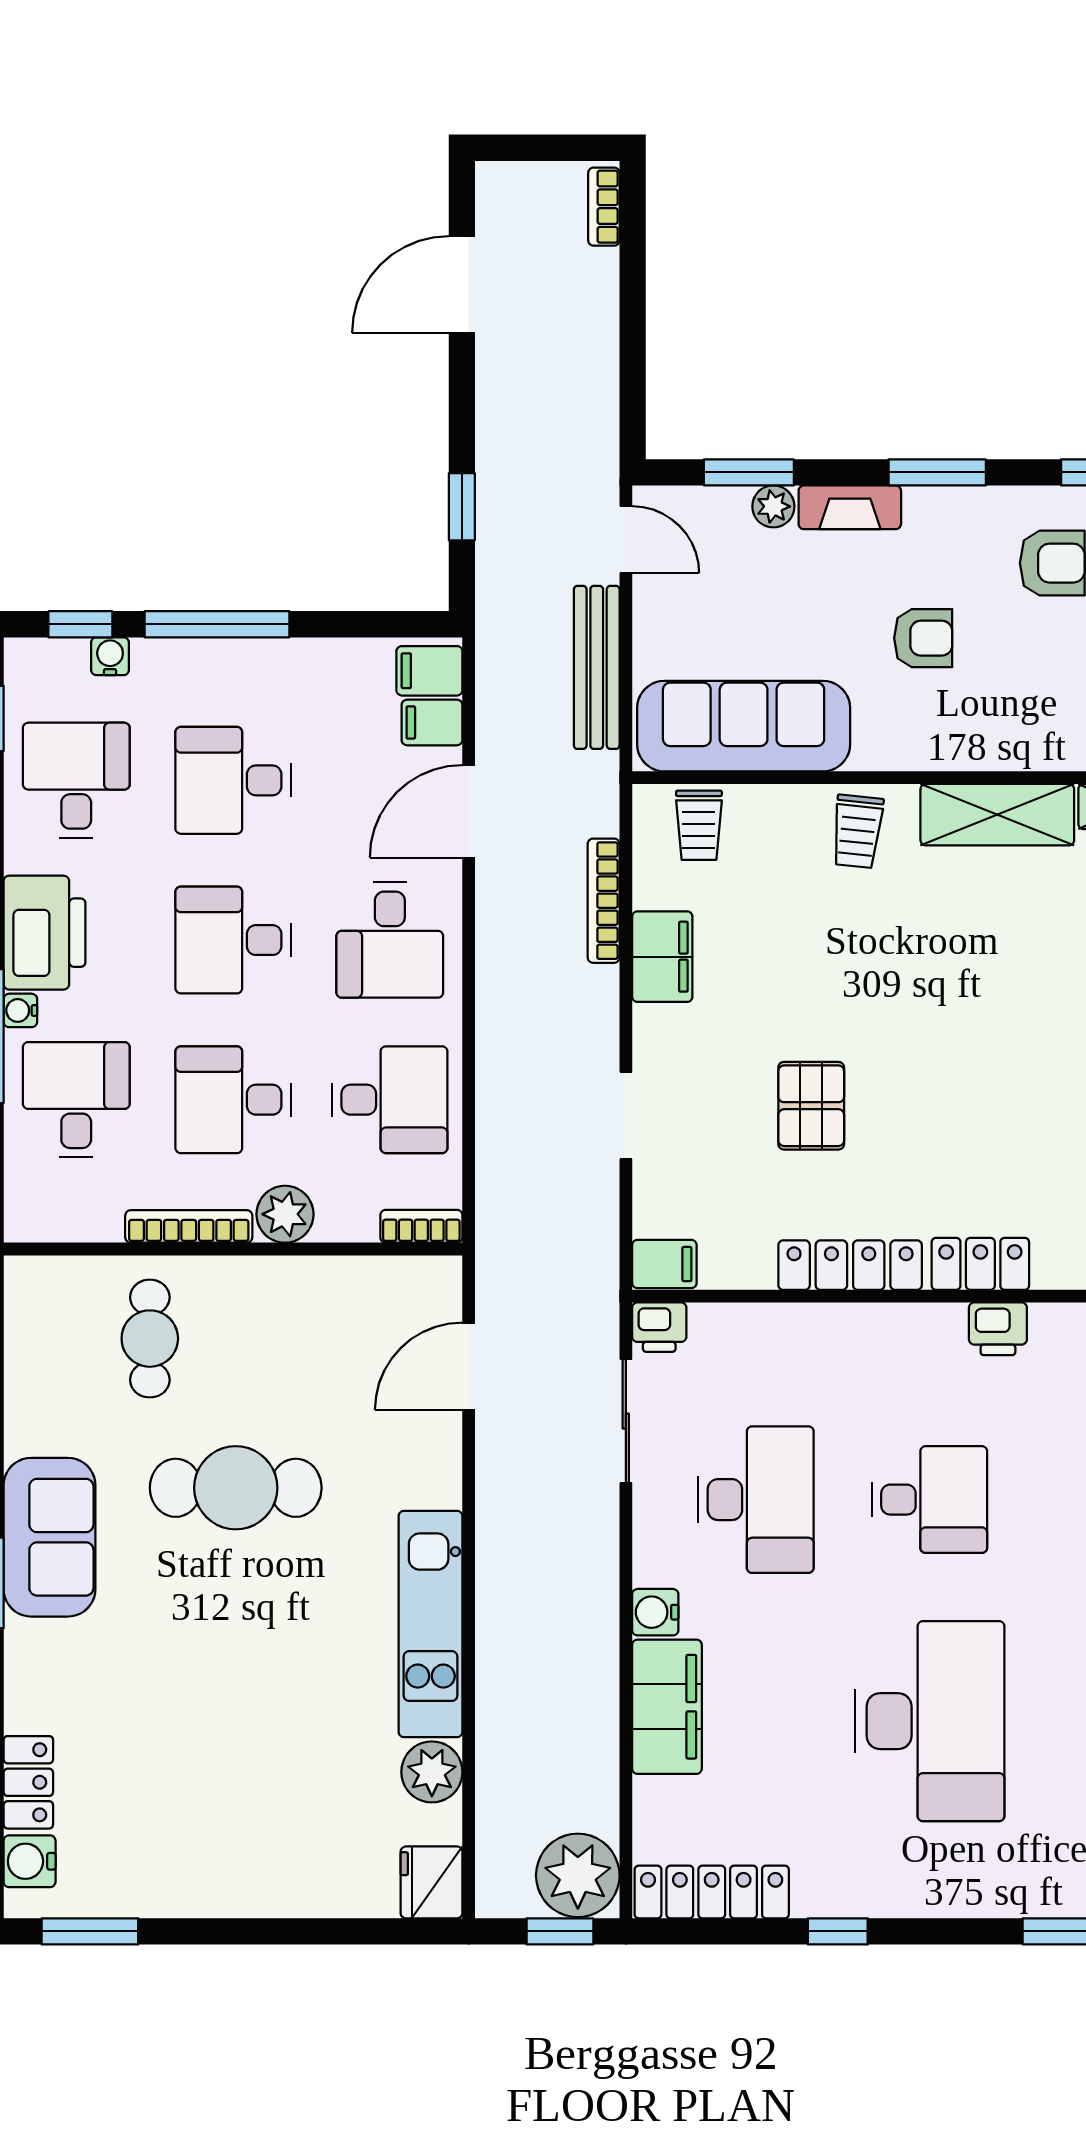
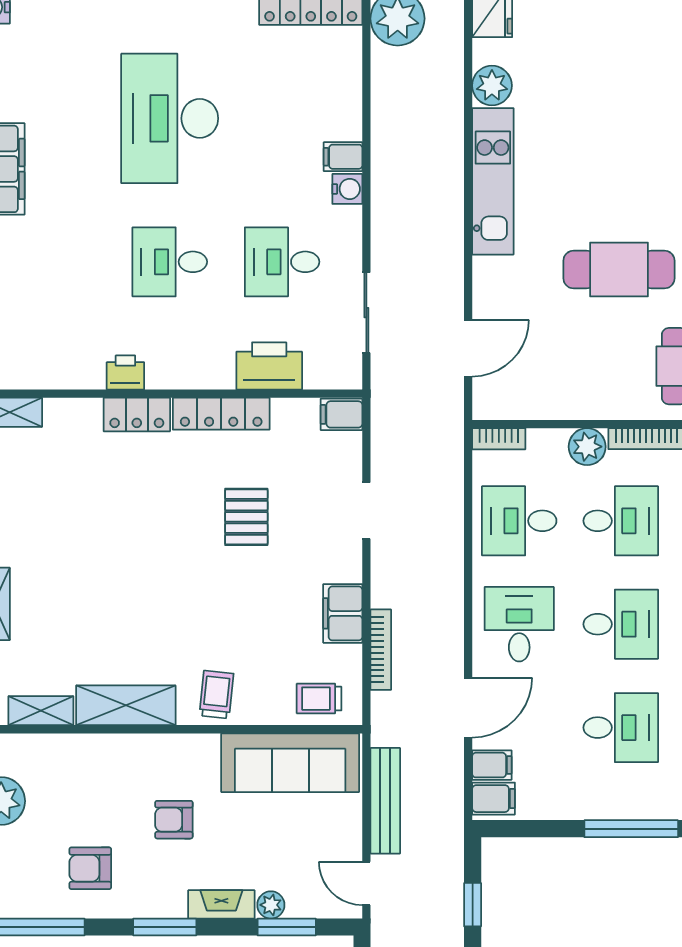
trolley: (699, 825) -> (319, 699), turned -90
printer: (659, 1327) -> (269, 366), moved, width x1.87, depth x1.48
desk: (756, 1500) -> (282, 262), width x0.73
filing cabinet: (667, 1707) -> (343, 157), width x0.33, depth x0.86

